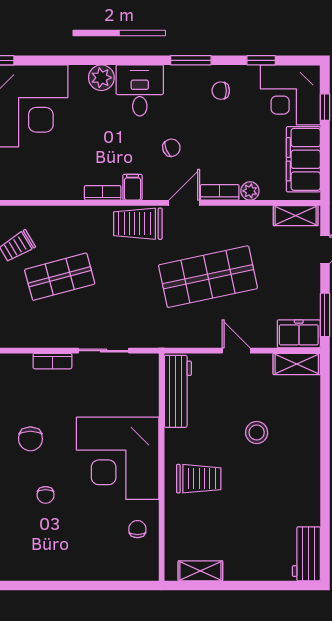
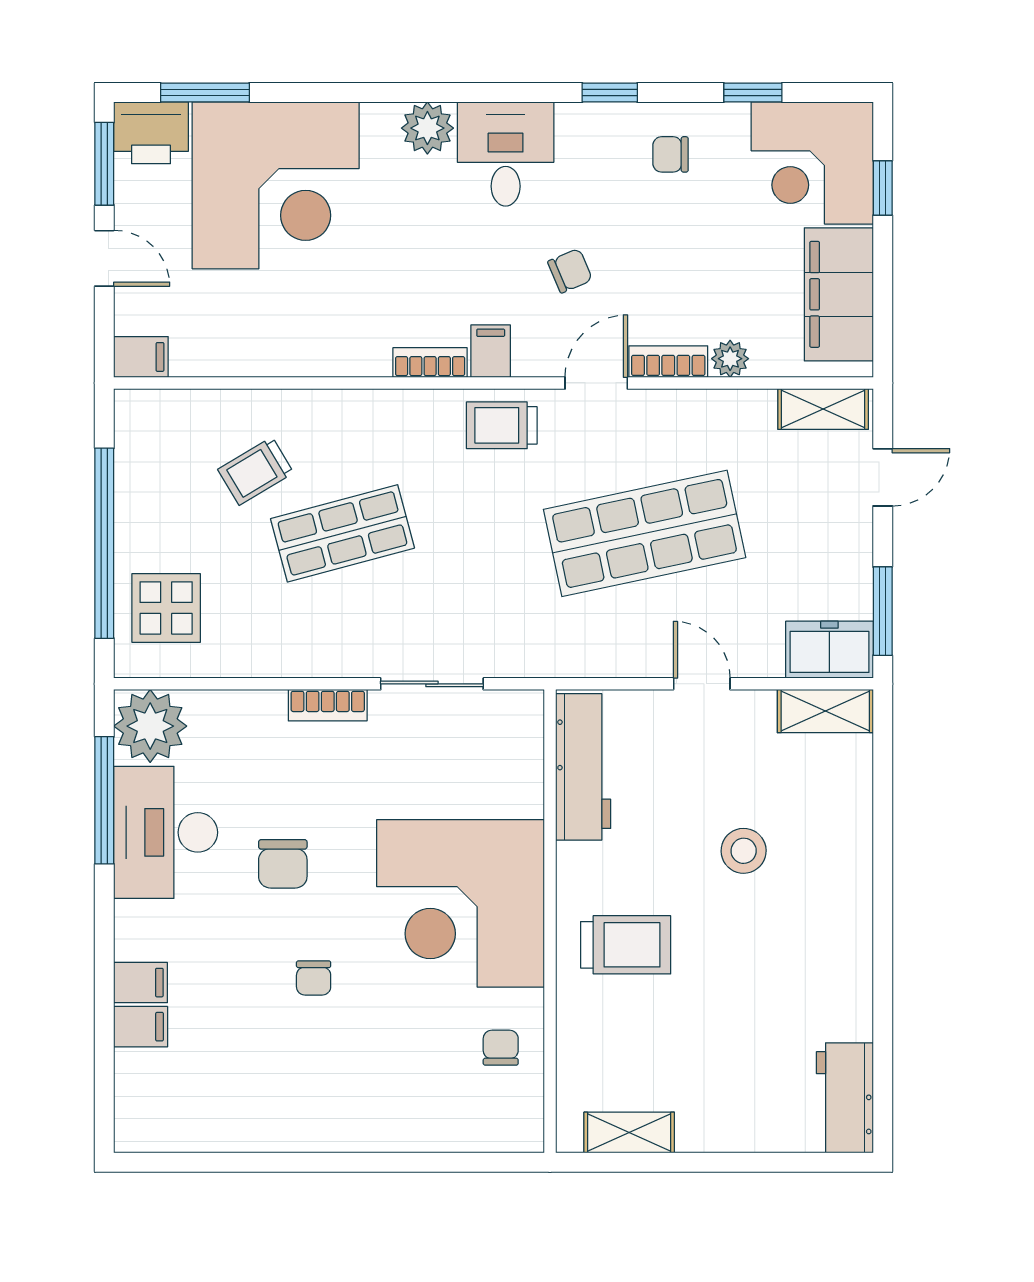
window: (191, 60) -> (610, 93), width x0.67
trolley: (138, 224) -> (502, 425), width x0.73, depth x0.72

